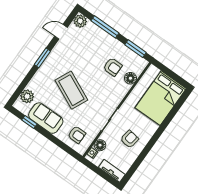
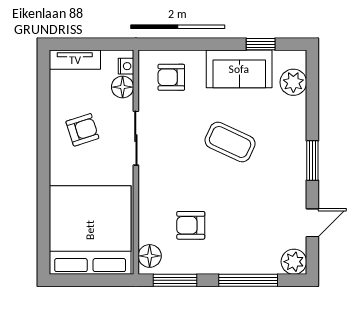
floor lamp: (130, 78) -> (150, 256), moved
coffee table: (71, 90) -> (230, 142), width x0.73, depth x0.76
bed: (161, 98) -> (90, 230), width x1.36
armchair: (130, 139) -> (82, 130), turned -116

